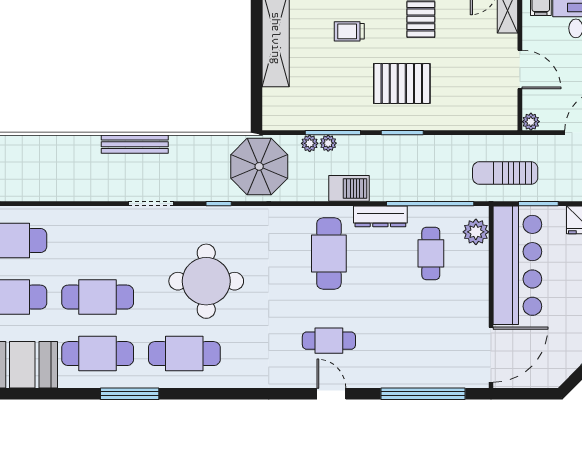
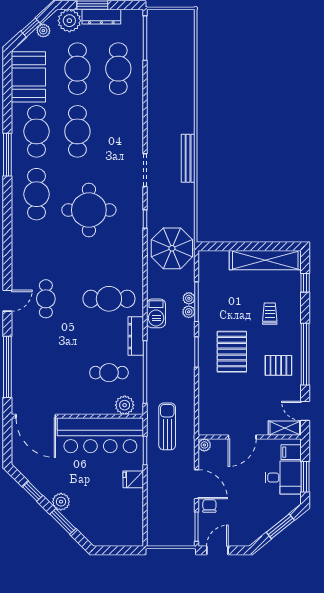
plant: (310, 143) -> (189, 312), moved

